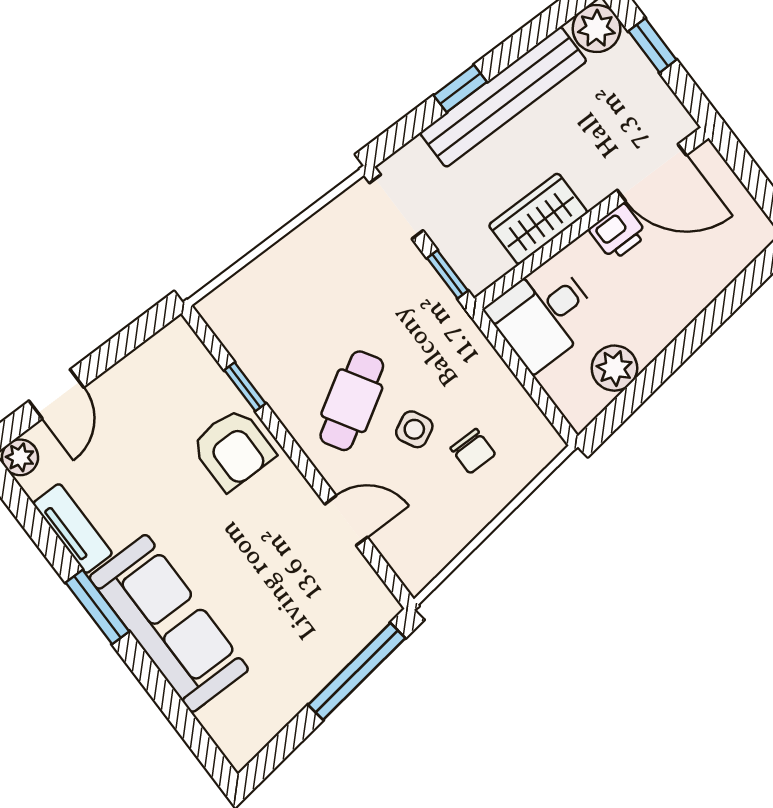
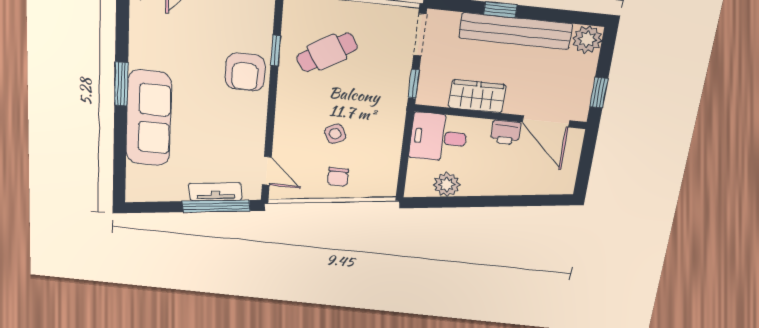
window: (652, 45) -> (599, 93), moved
cafe table: (352, 401) -> (327, 52), moved
chair: (473, 451) -> (338, 177), moved
door: (346, 521) -> (267, 171), moved
tv unit: (73, 528) -> (215, 192), moved, turned -98

